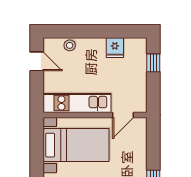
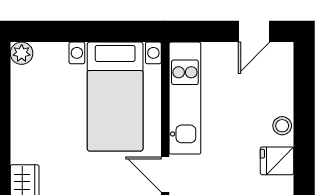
stool: (70, 45) -> (282, 126), moved

